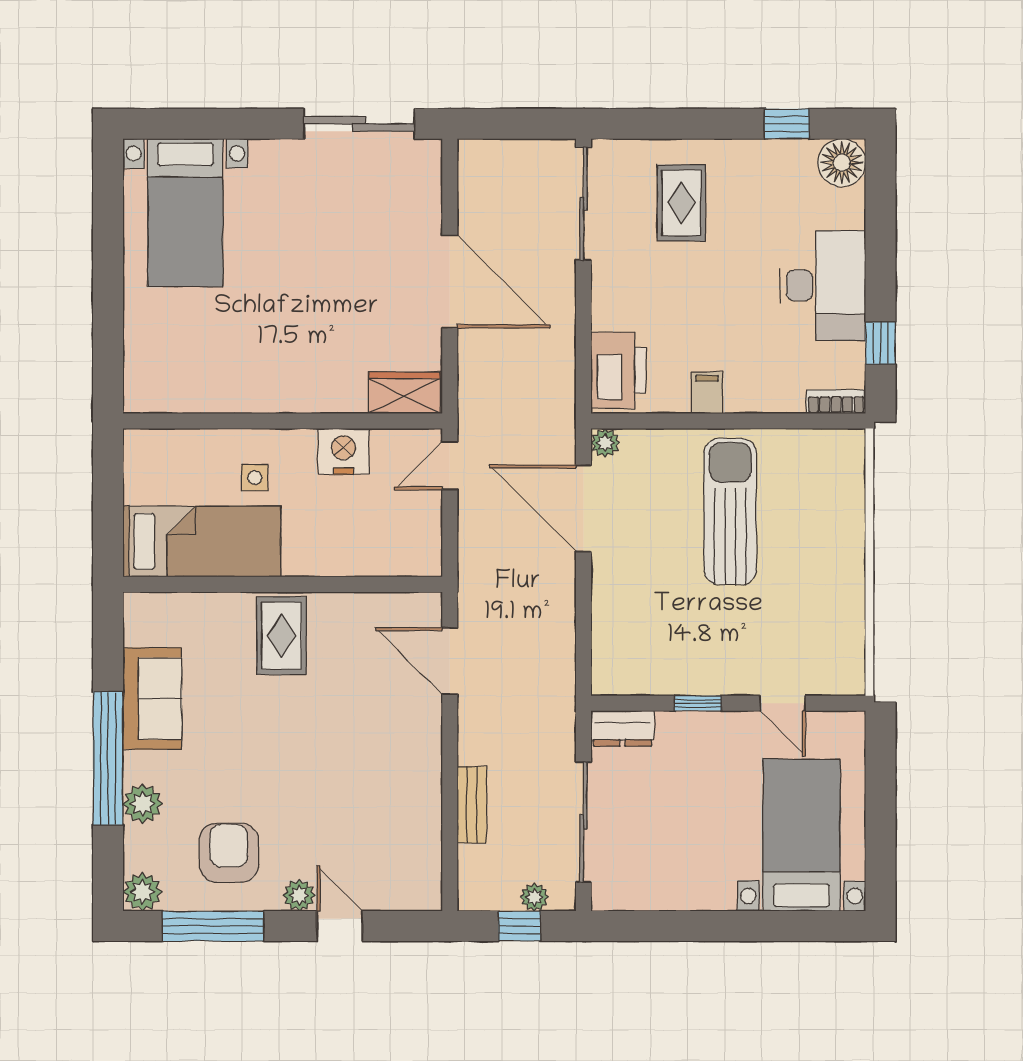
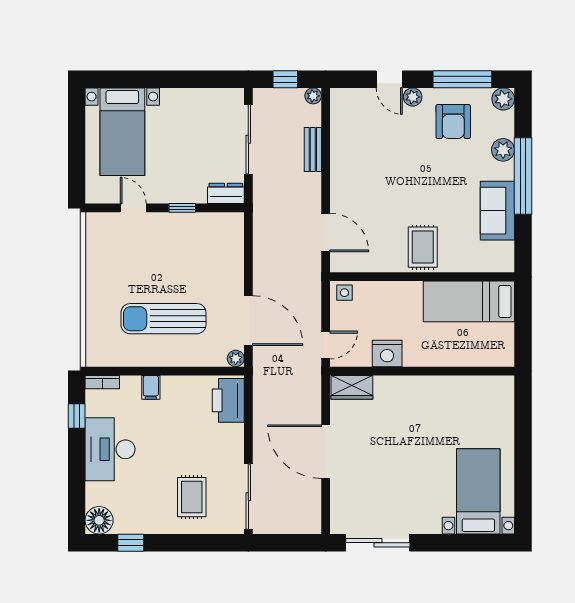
filing cabinet: (707, 393) -> (151, 387), moved
side table: (255, 478) -> (344, 293), moved
sun lounger: (730, 512) -> (163, 319), turned 90
plant: (534, 897) -> (313, 96), moved

